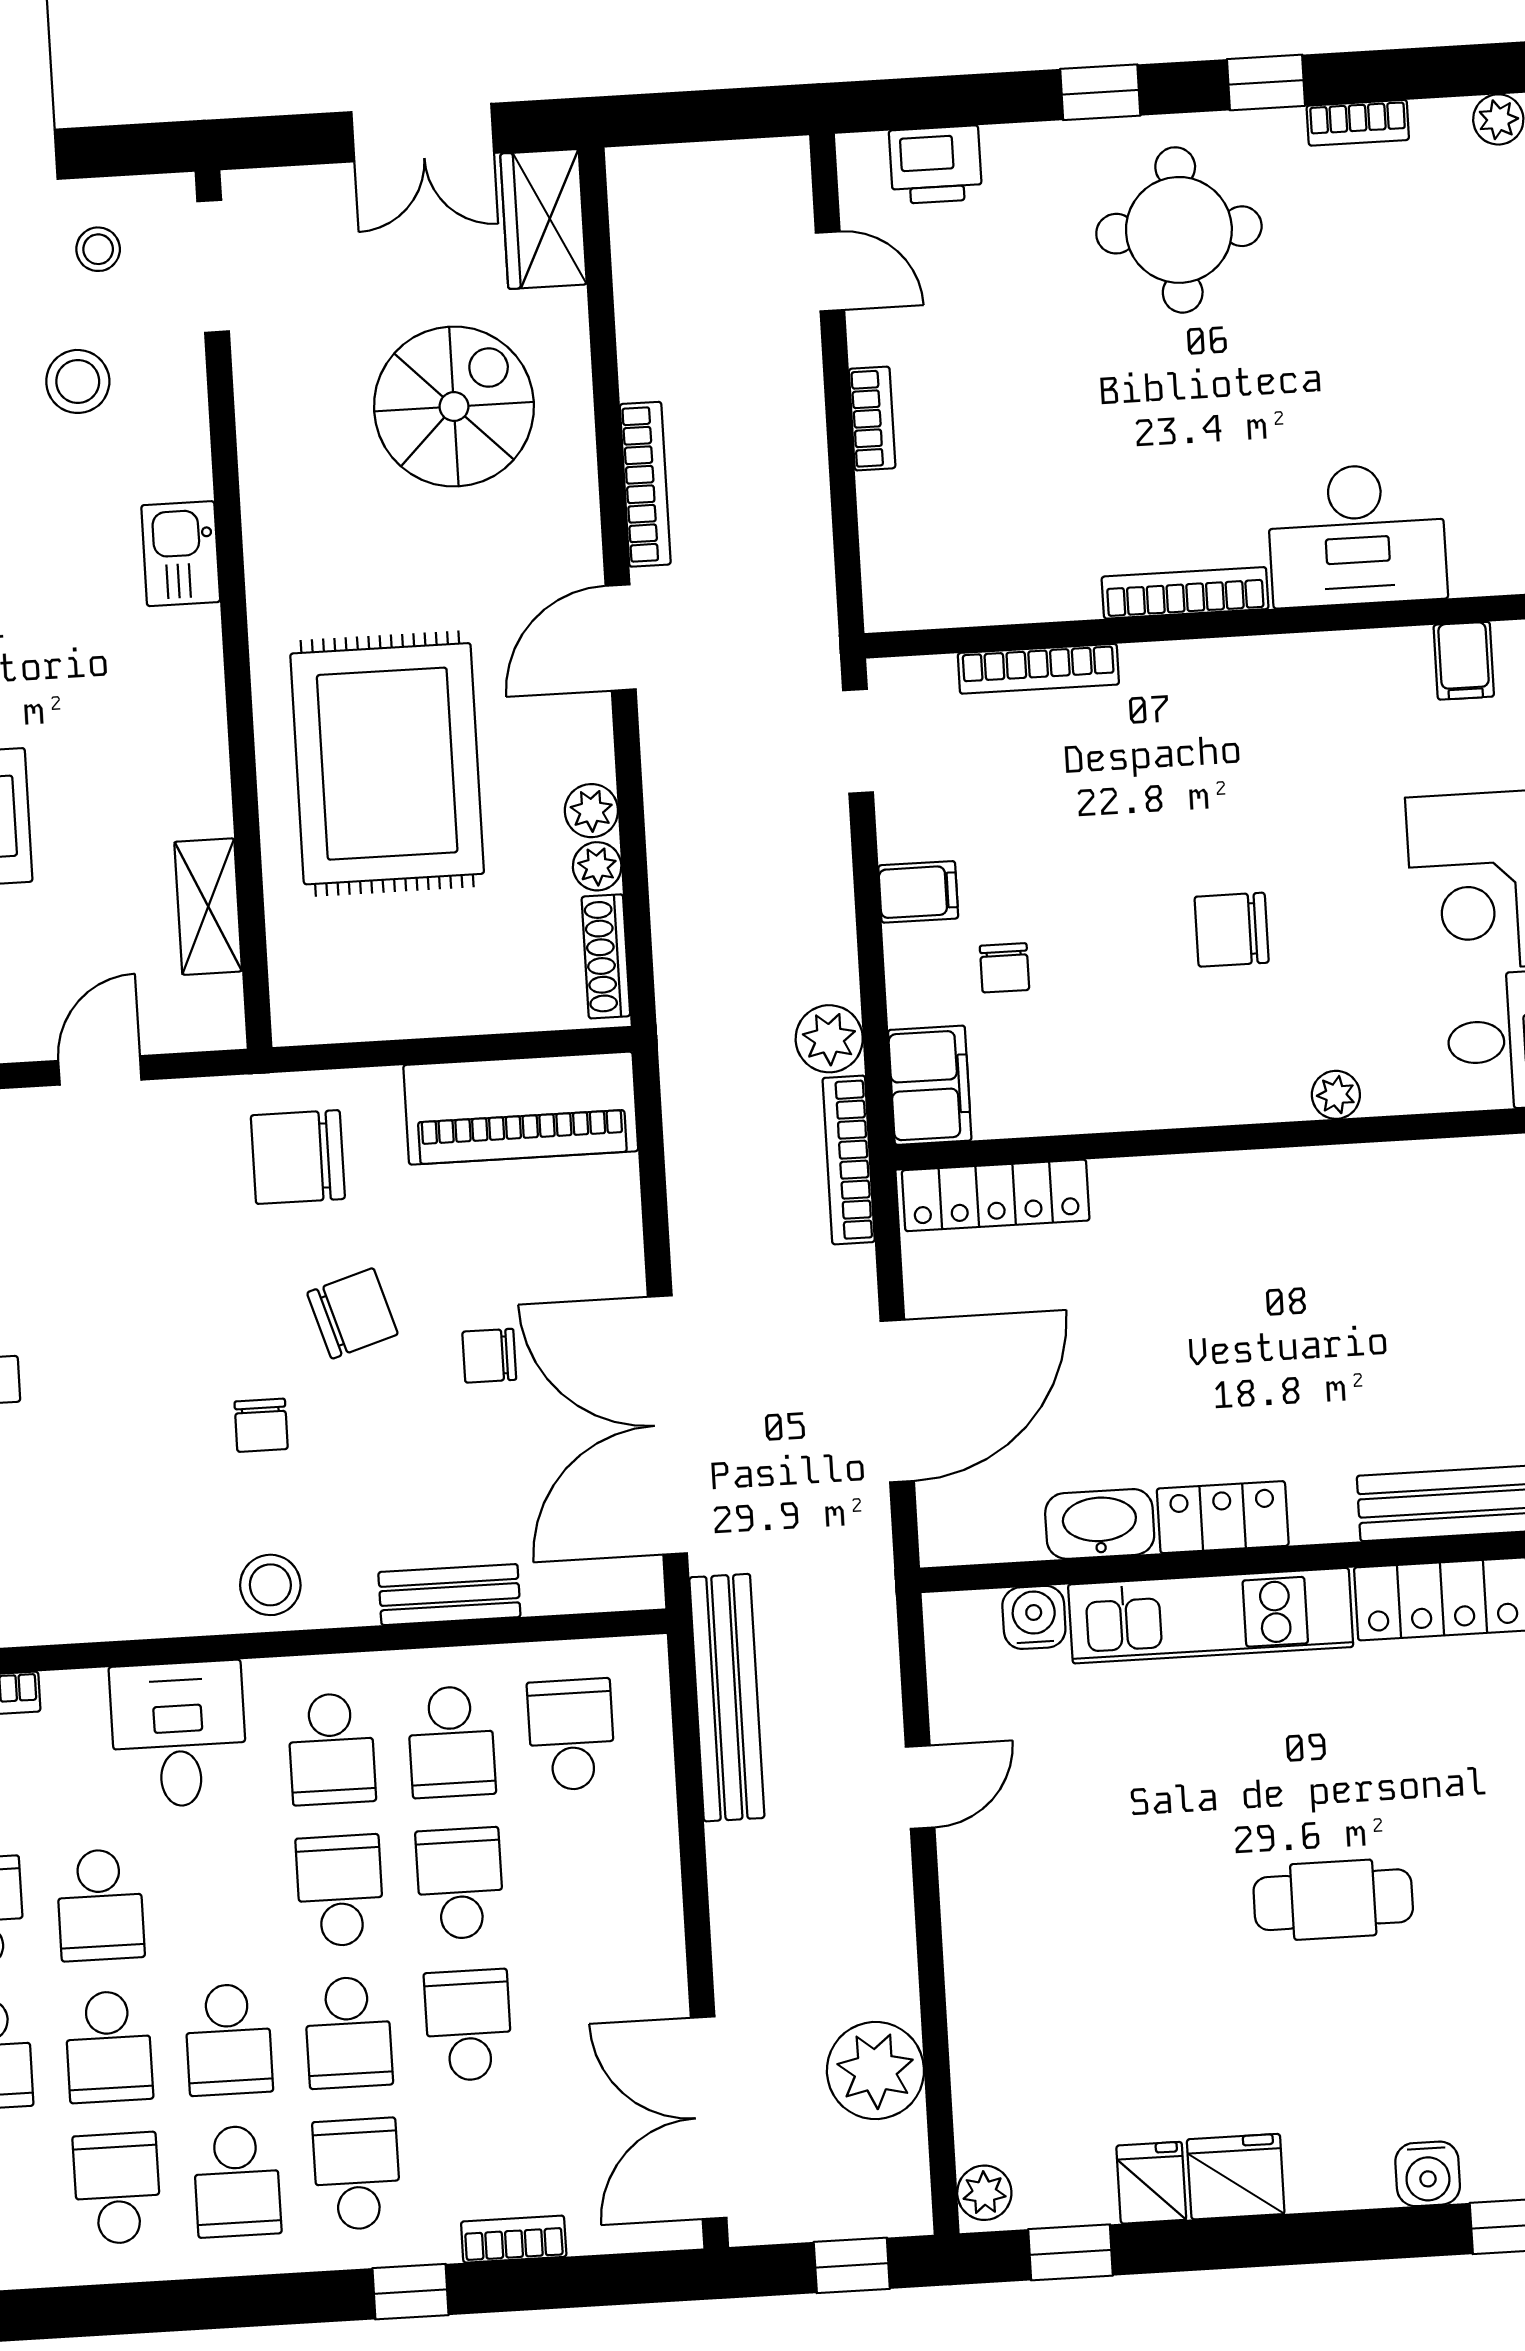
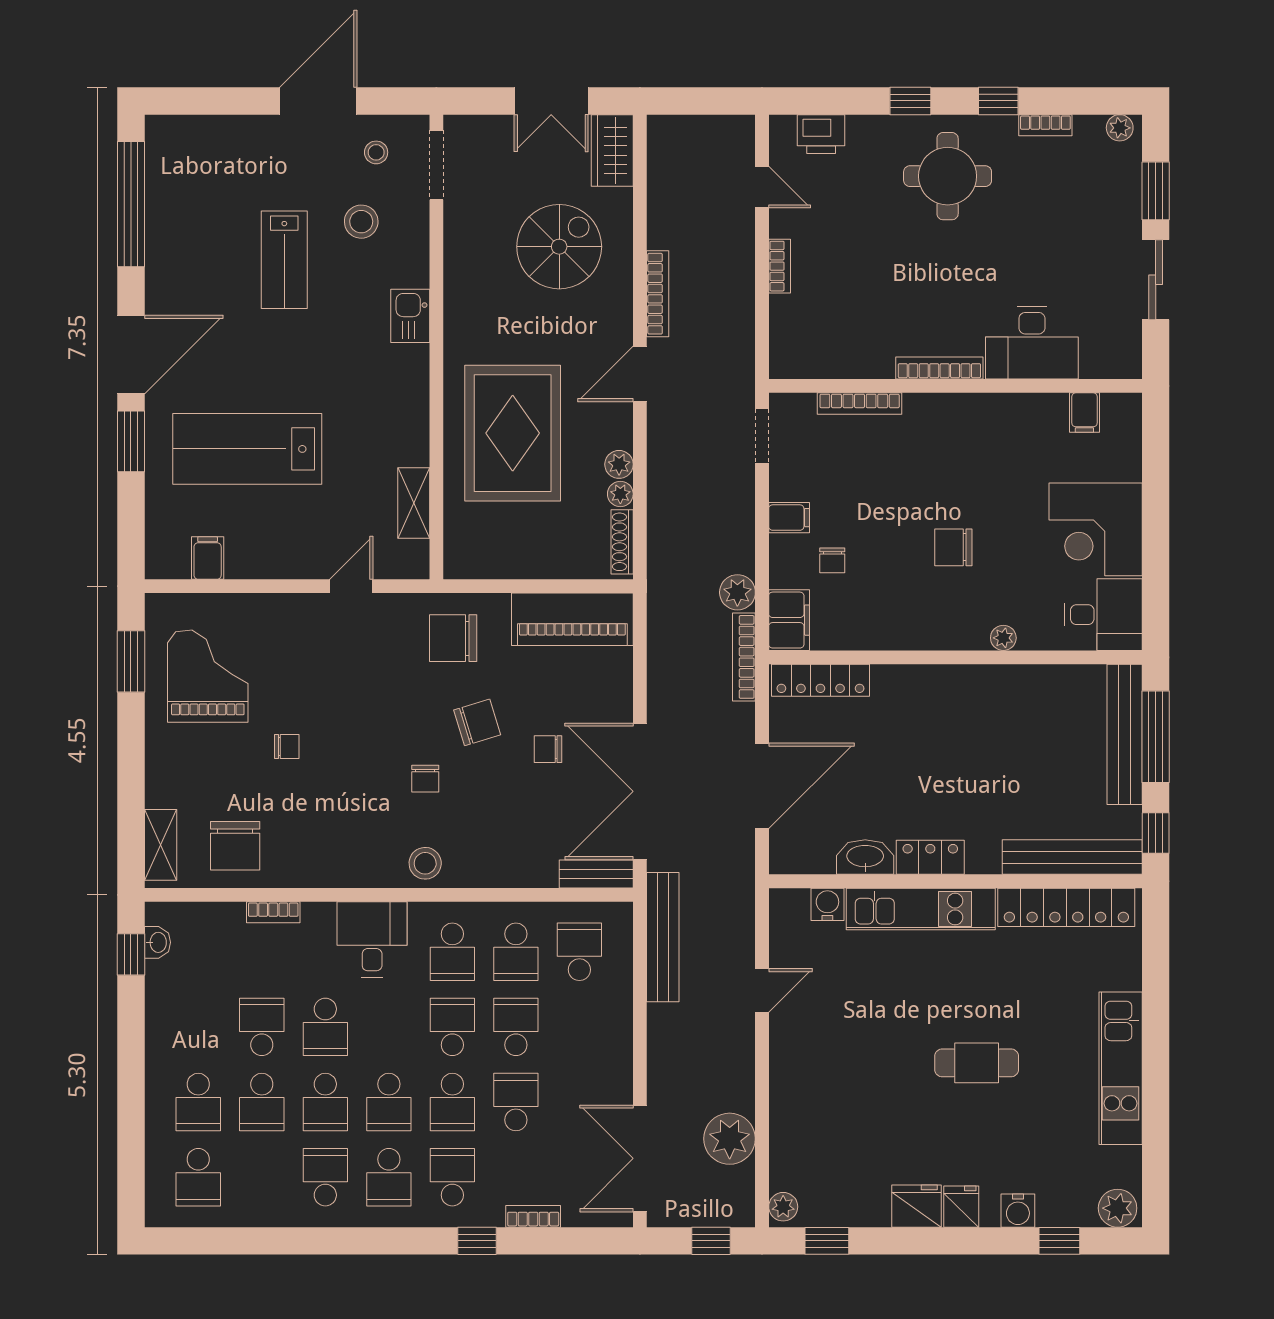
bench: (449, 1595) -> (596, 874), moved
fridge: (1151, 2183) -> (961, 1207), moved

